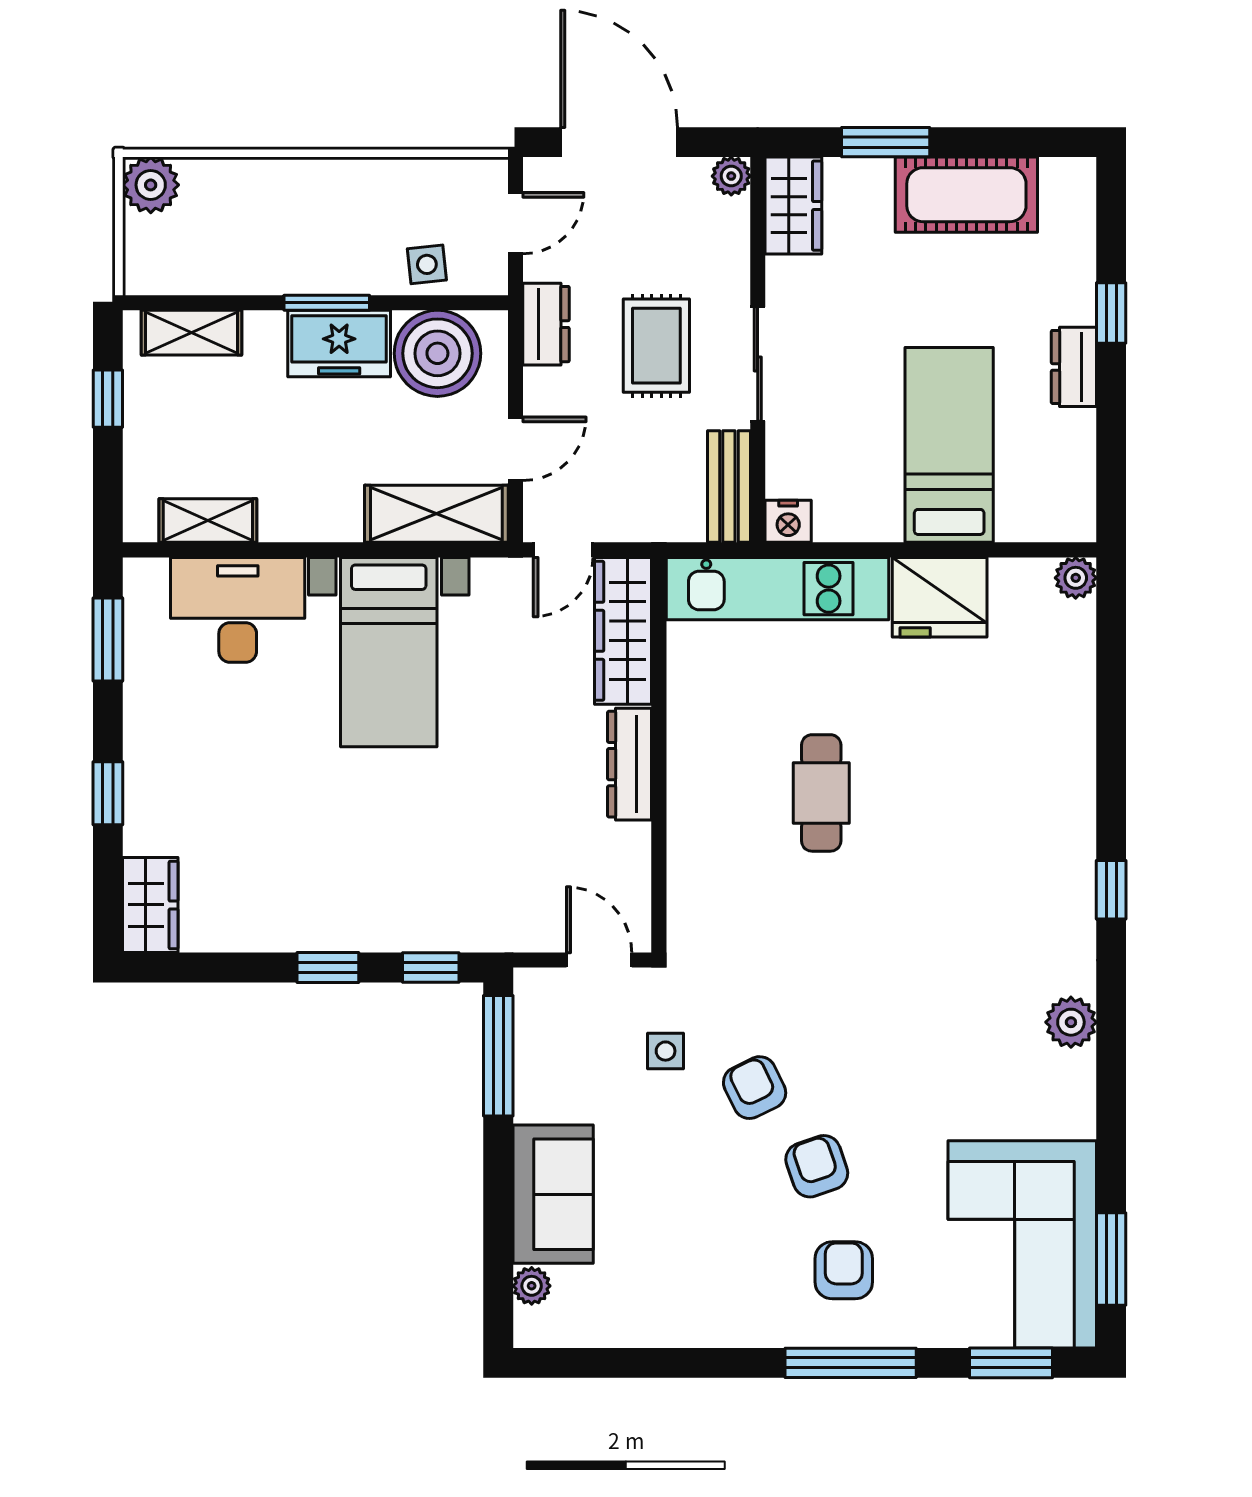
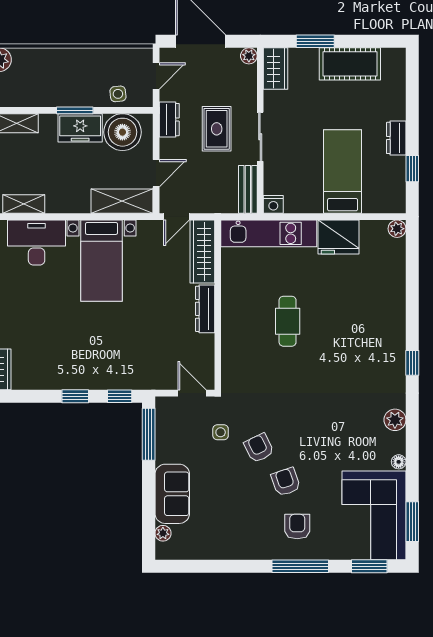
window: (1111, 313) -> (412, 169), moved
floor lamp: (1080, 1120) -> (399, 462), added

